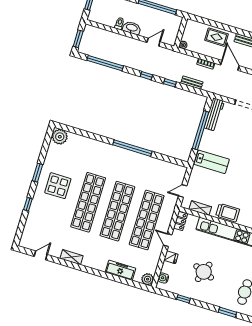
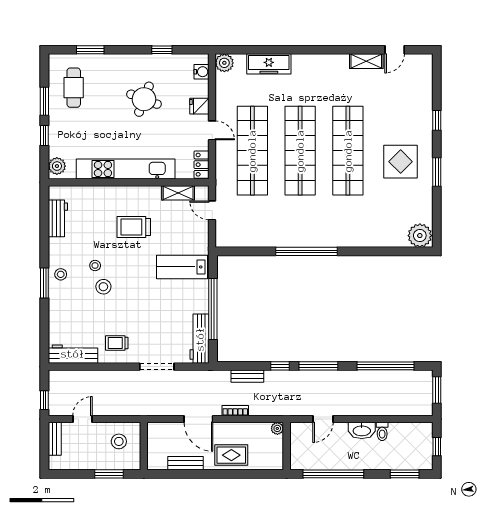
window: (146, 76) -> (318, 366), width x2.17
door: (183, 191) -> (212, 210), swing flipped
trolley: (228, 213) -> (134, 227), moved
shelving: (71, 257) -> (366, 61), moved

